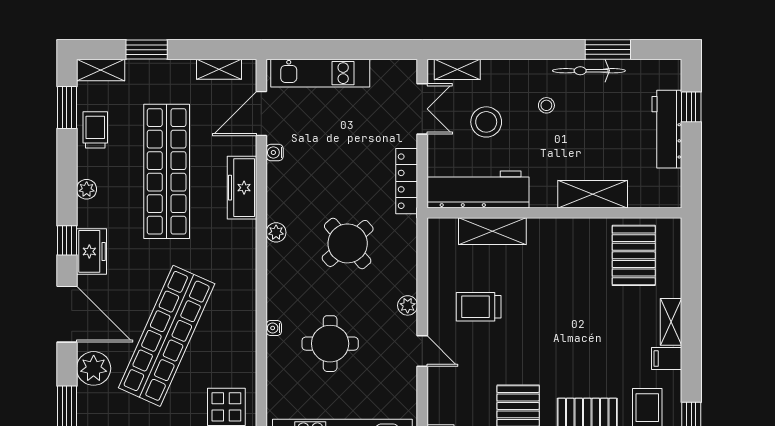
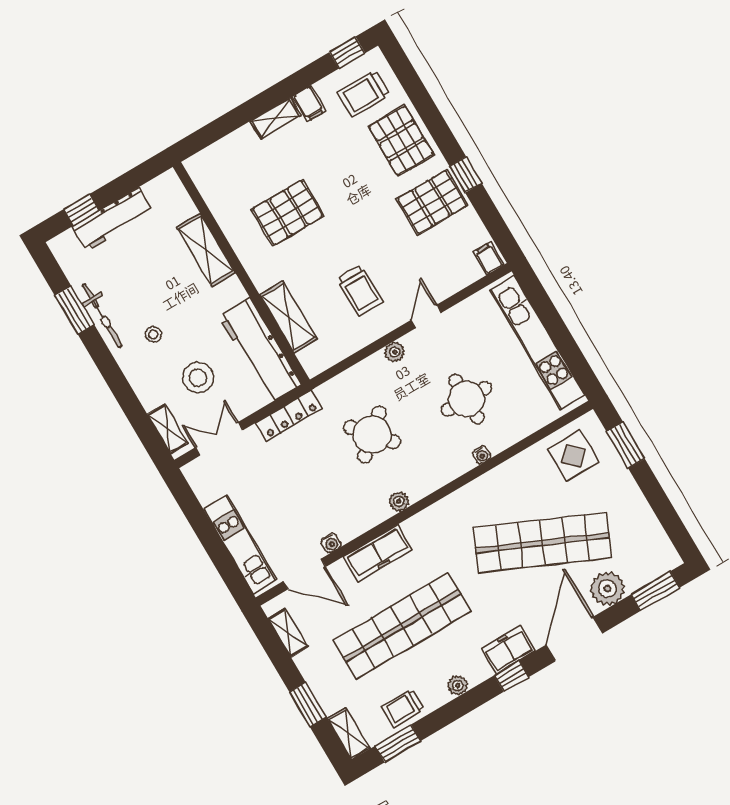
pallet: (634, 255) -> (288, 213), moved

